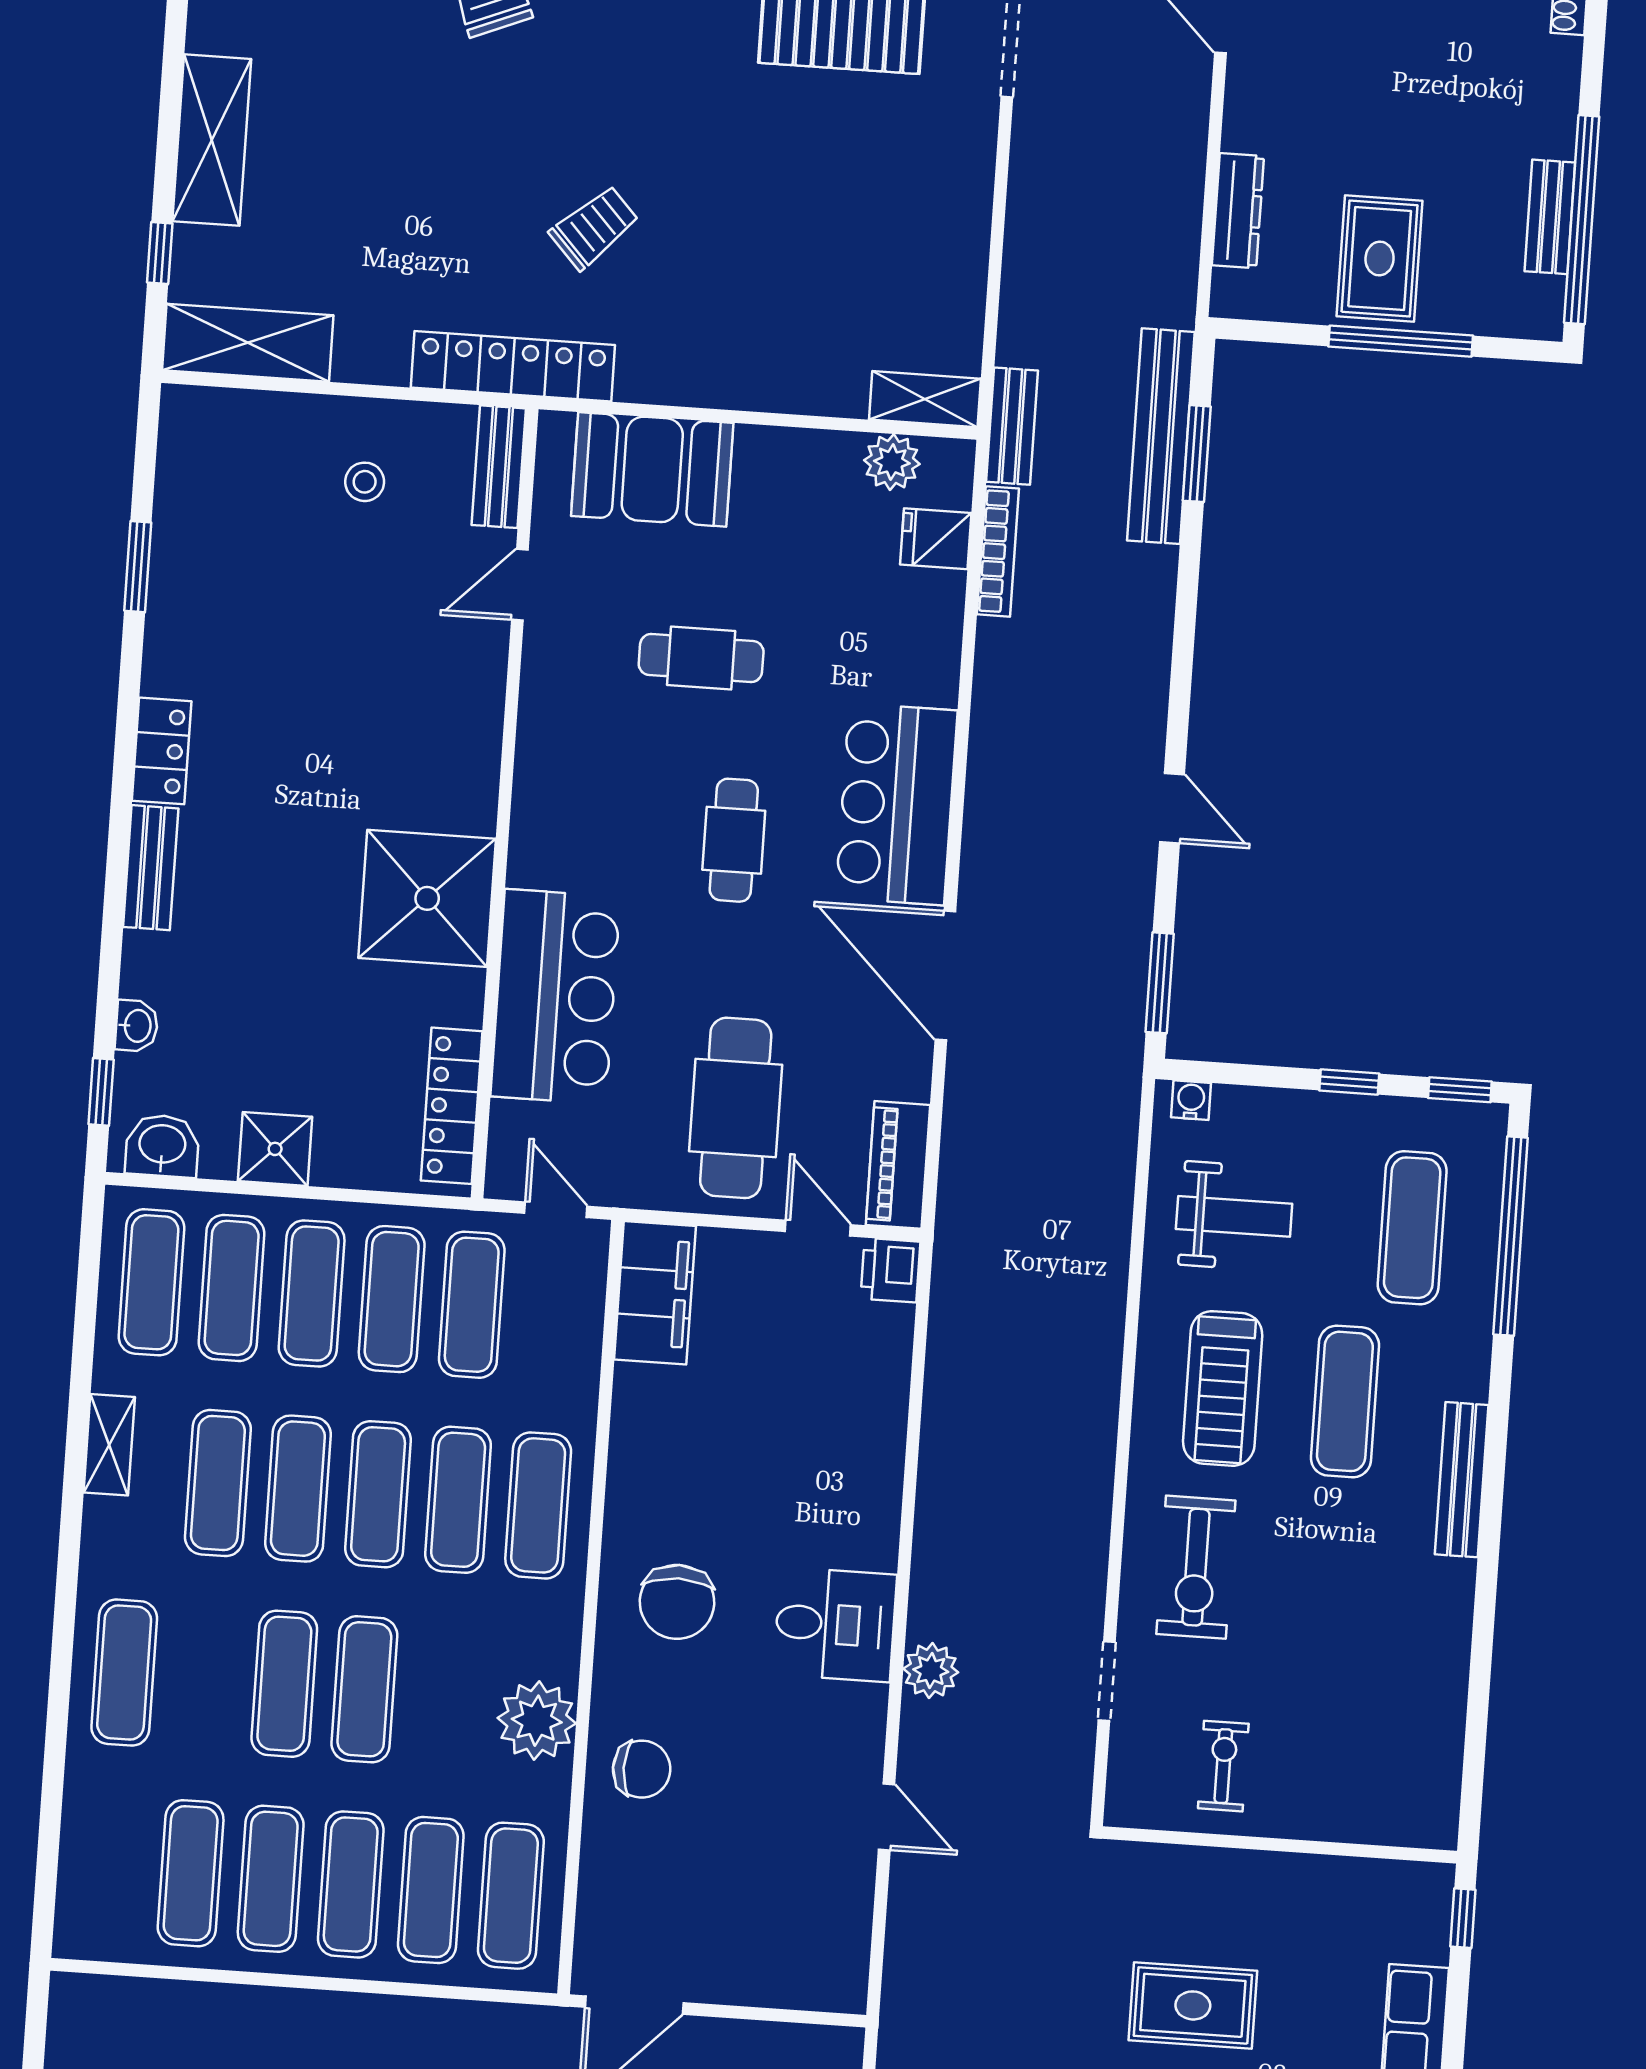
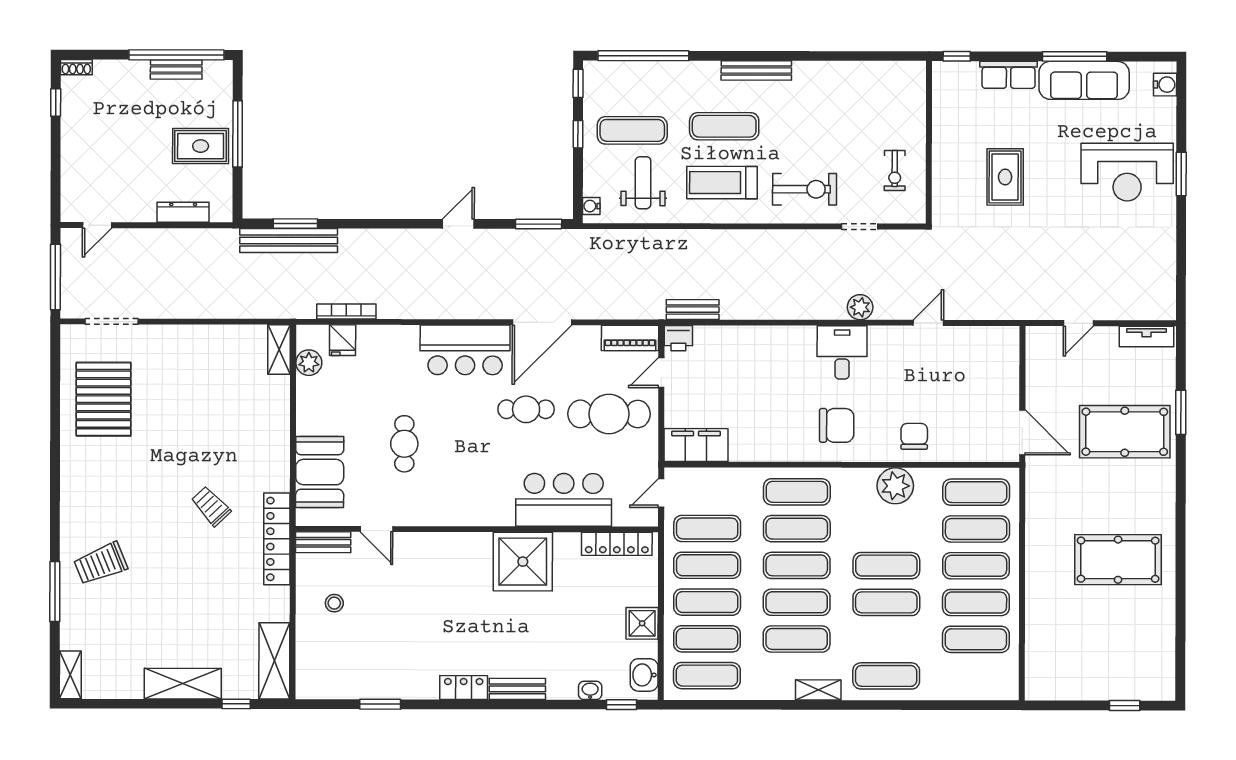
bench: (1012, 426) -> (693, 310), moved
cafe table: (734, 840) -> (526, 409), moved
exercise mat: (1412, 1228) -> (632, 130), moved
treadmill: (1223, 1388) -> (722, 183), turned 180
shelving: (109, 1445) -> (818, 690), moved
exercise bike: (1223, 1766) -> (895, 171), turned -90

